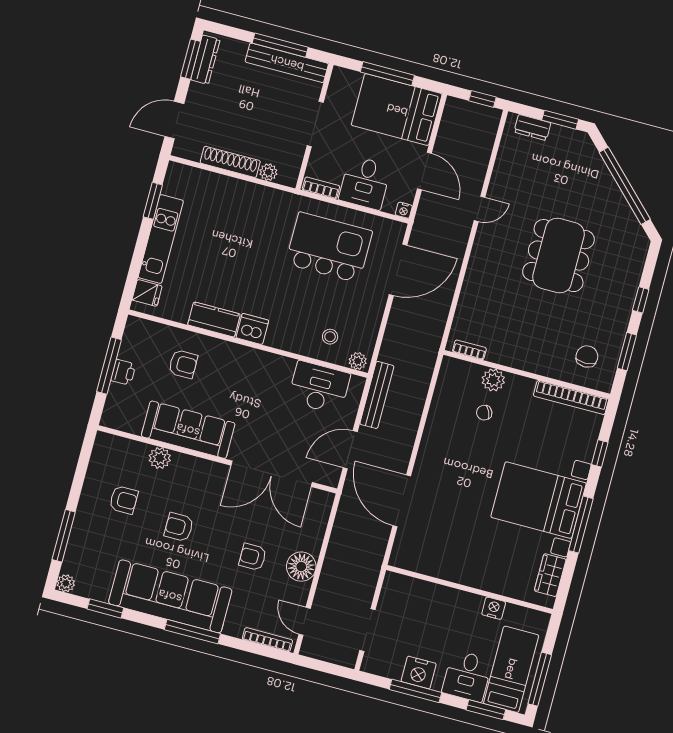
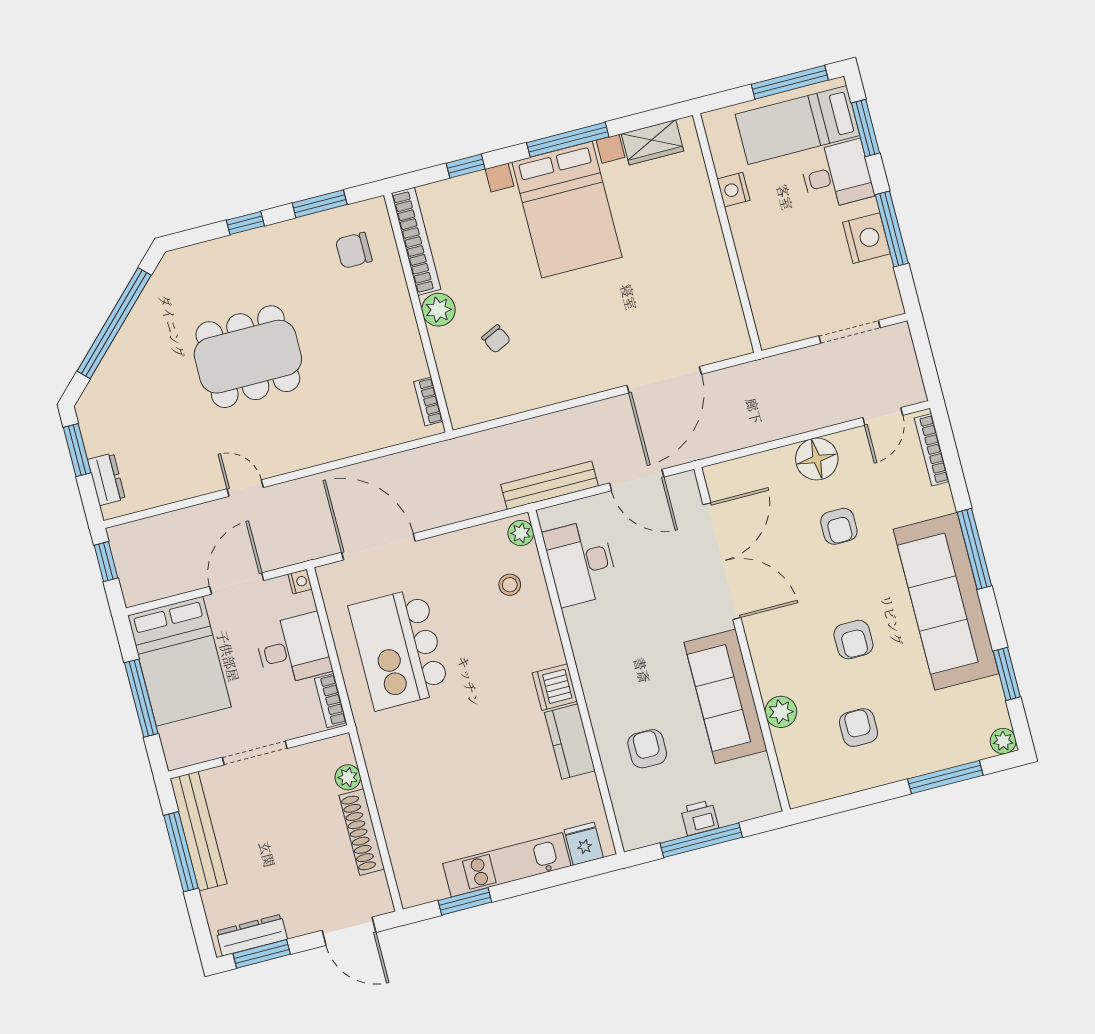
plant: (493, 380) -> (438, 310), moved

